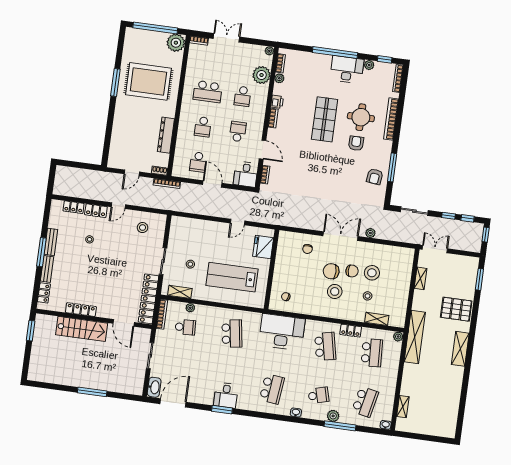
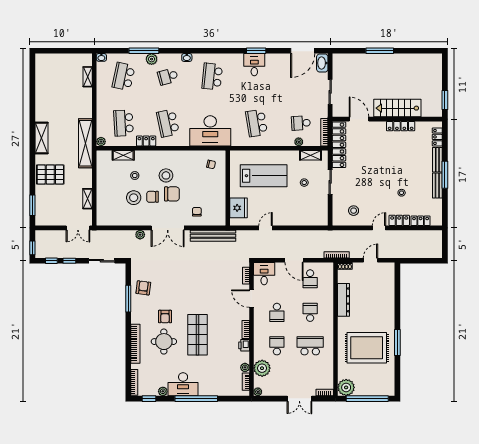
school desk: (198, 162) -> (310, 279), turned 180
bench: (294, 221) -> (213, 236), added

